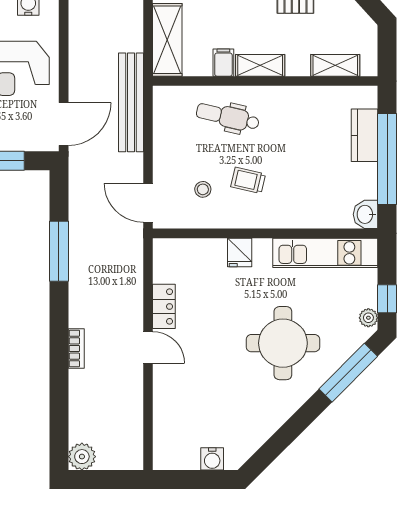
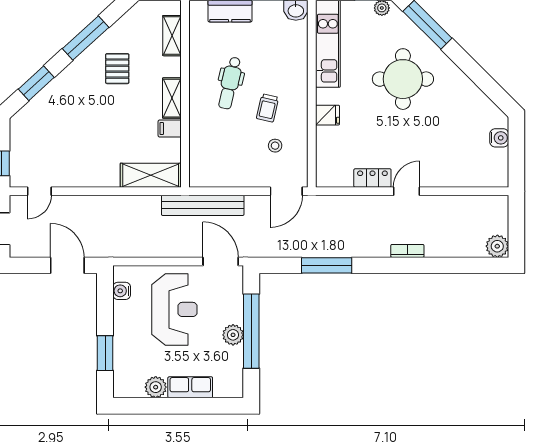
dental chair: (228, 117) -> (230, 83), moved

